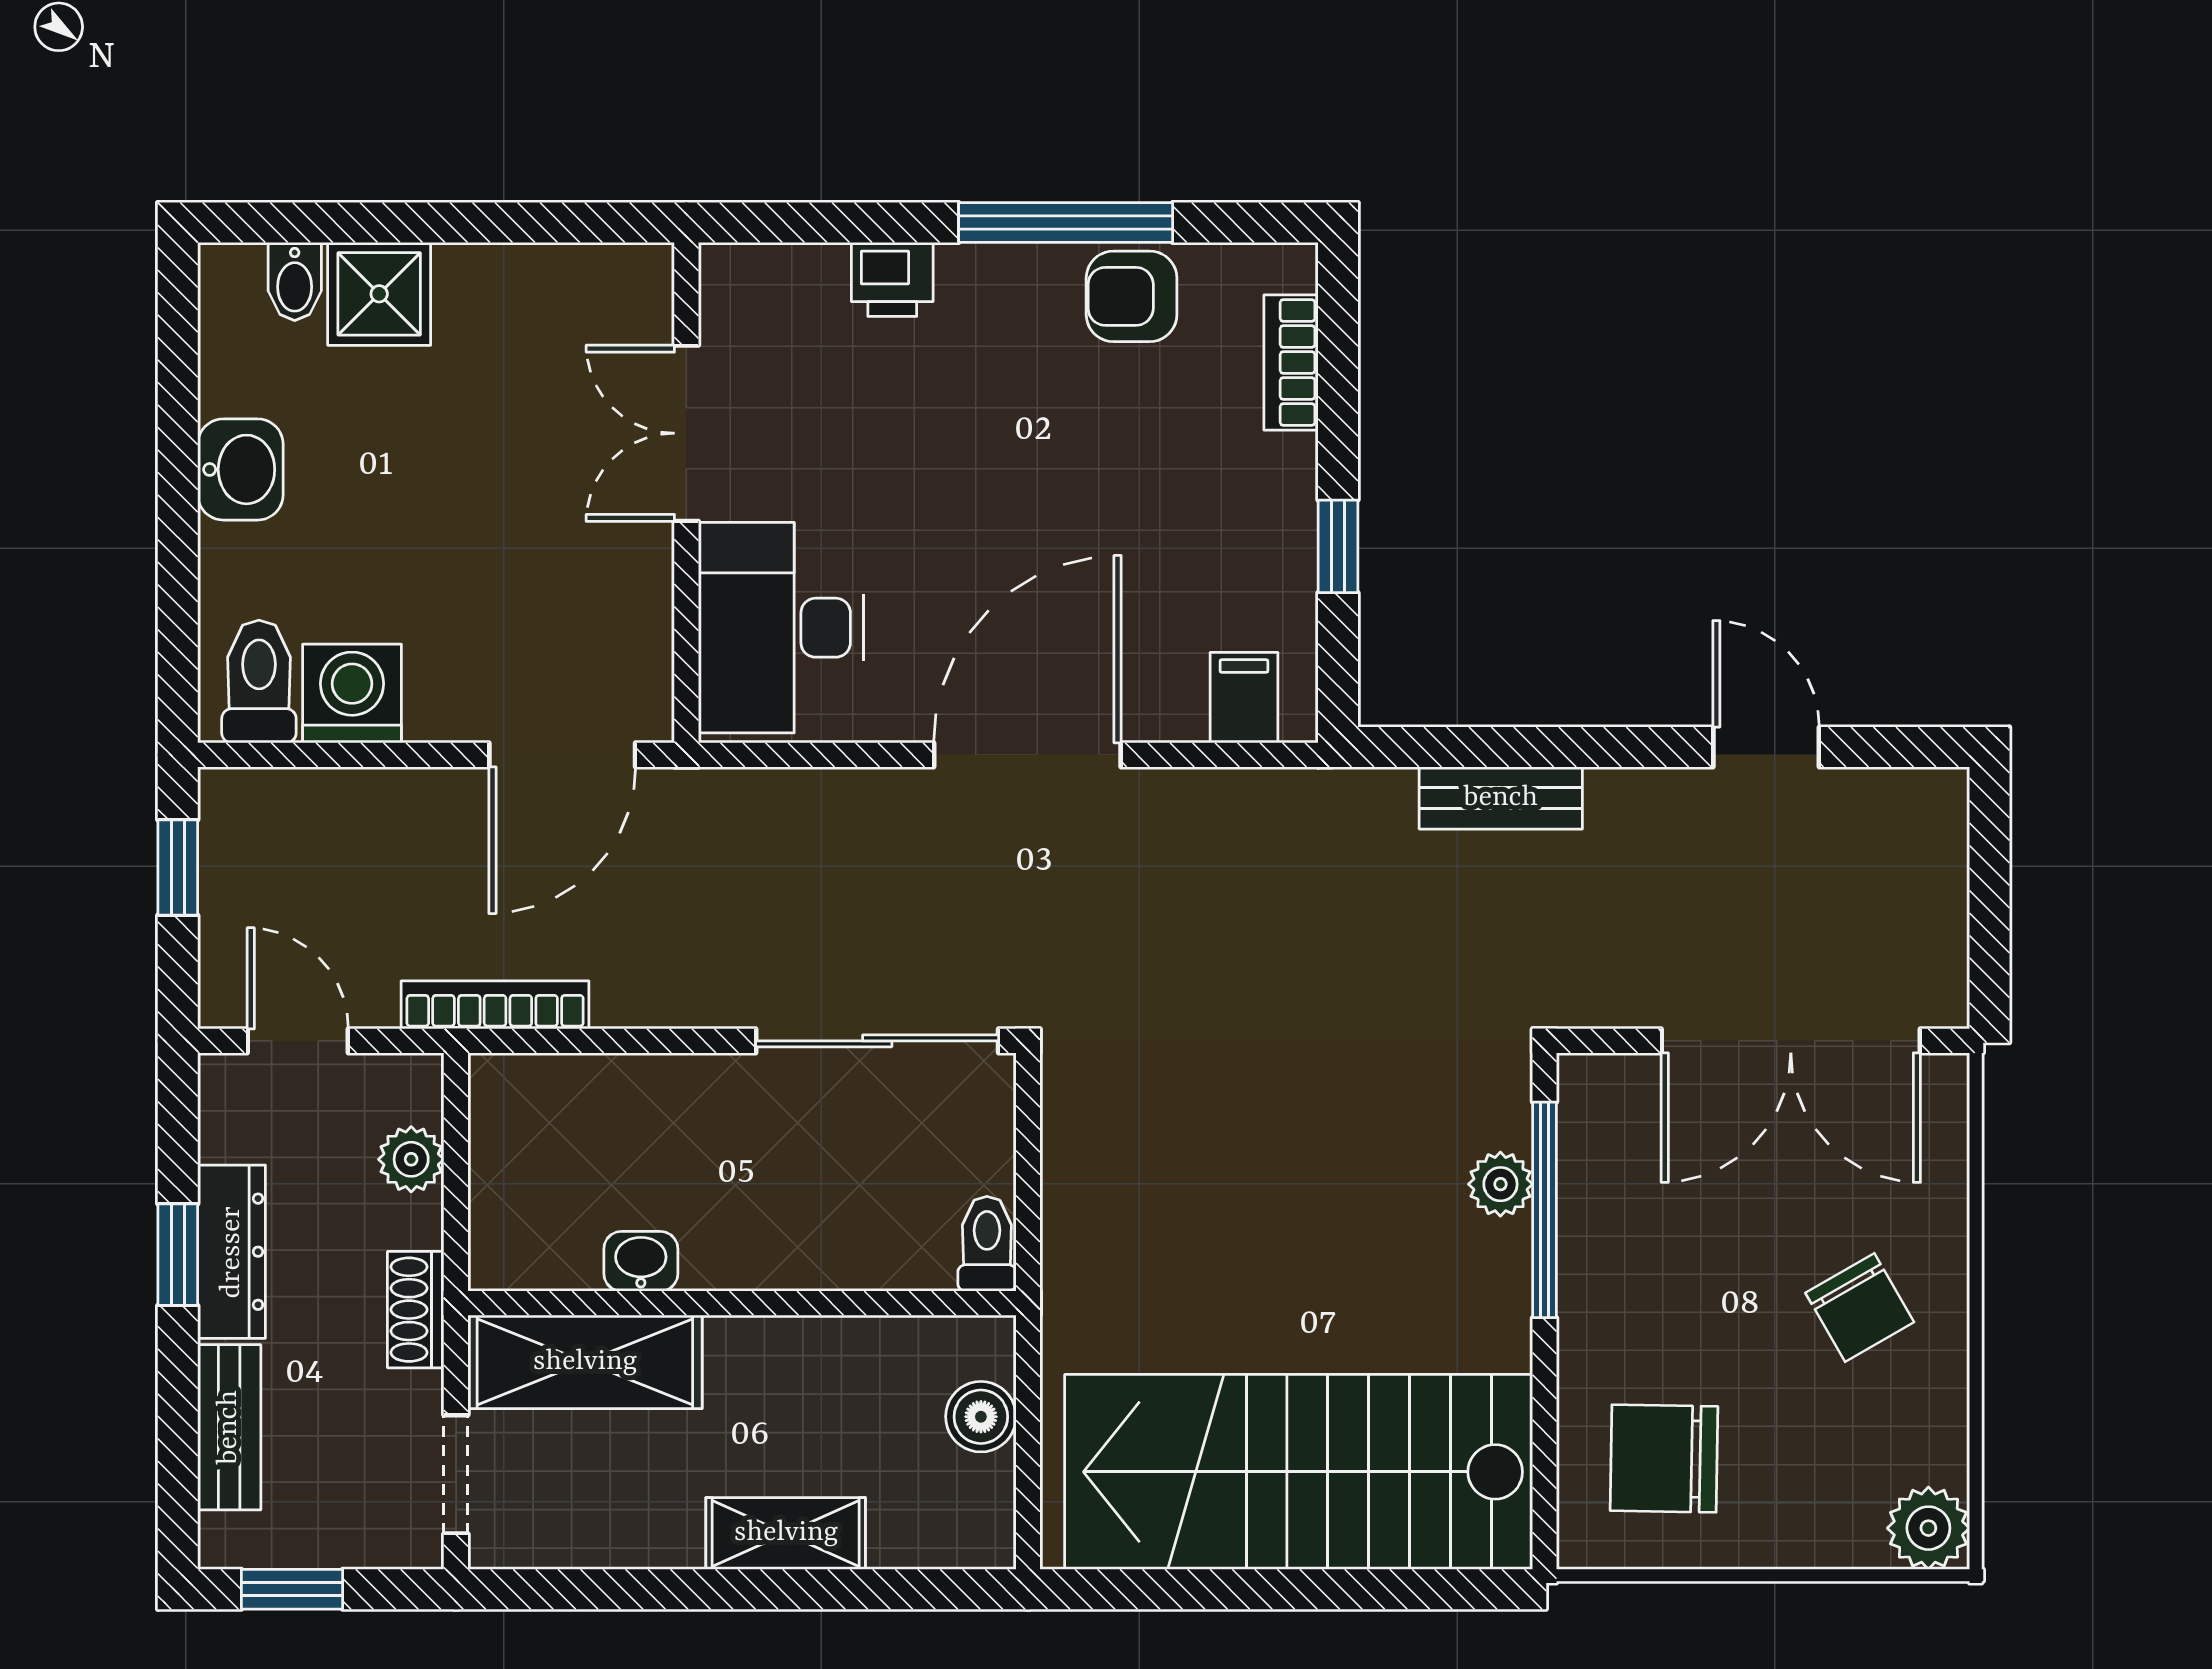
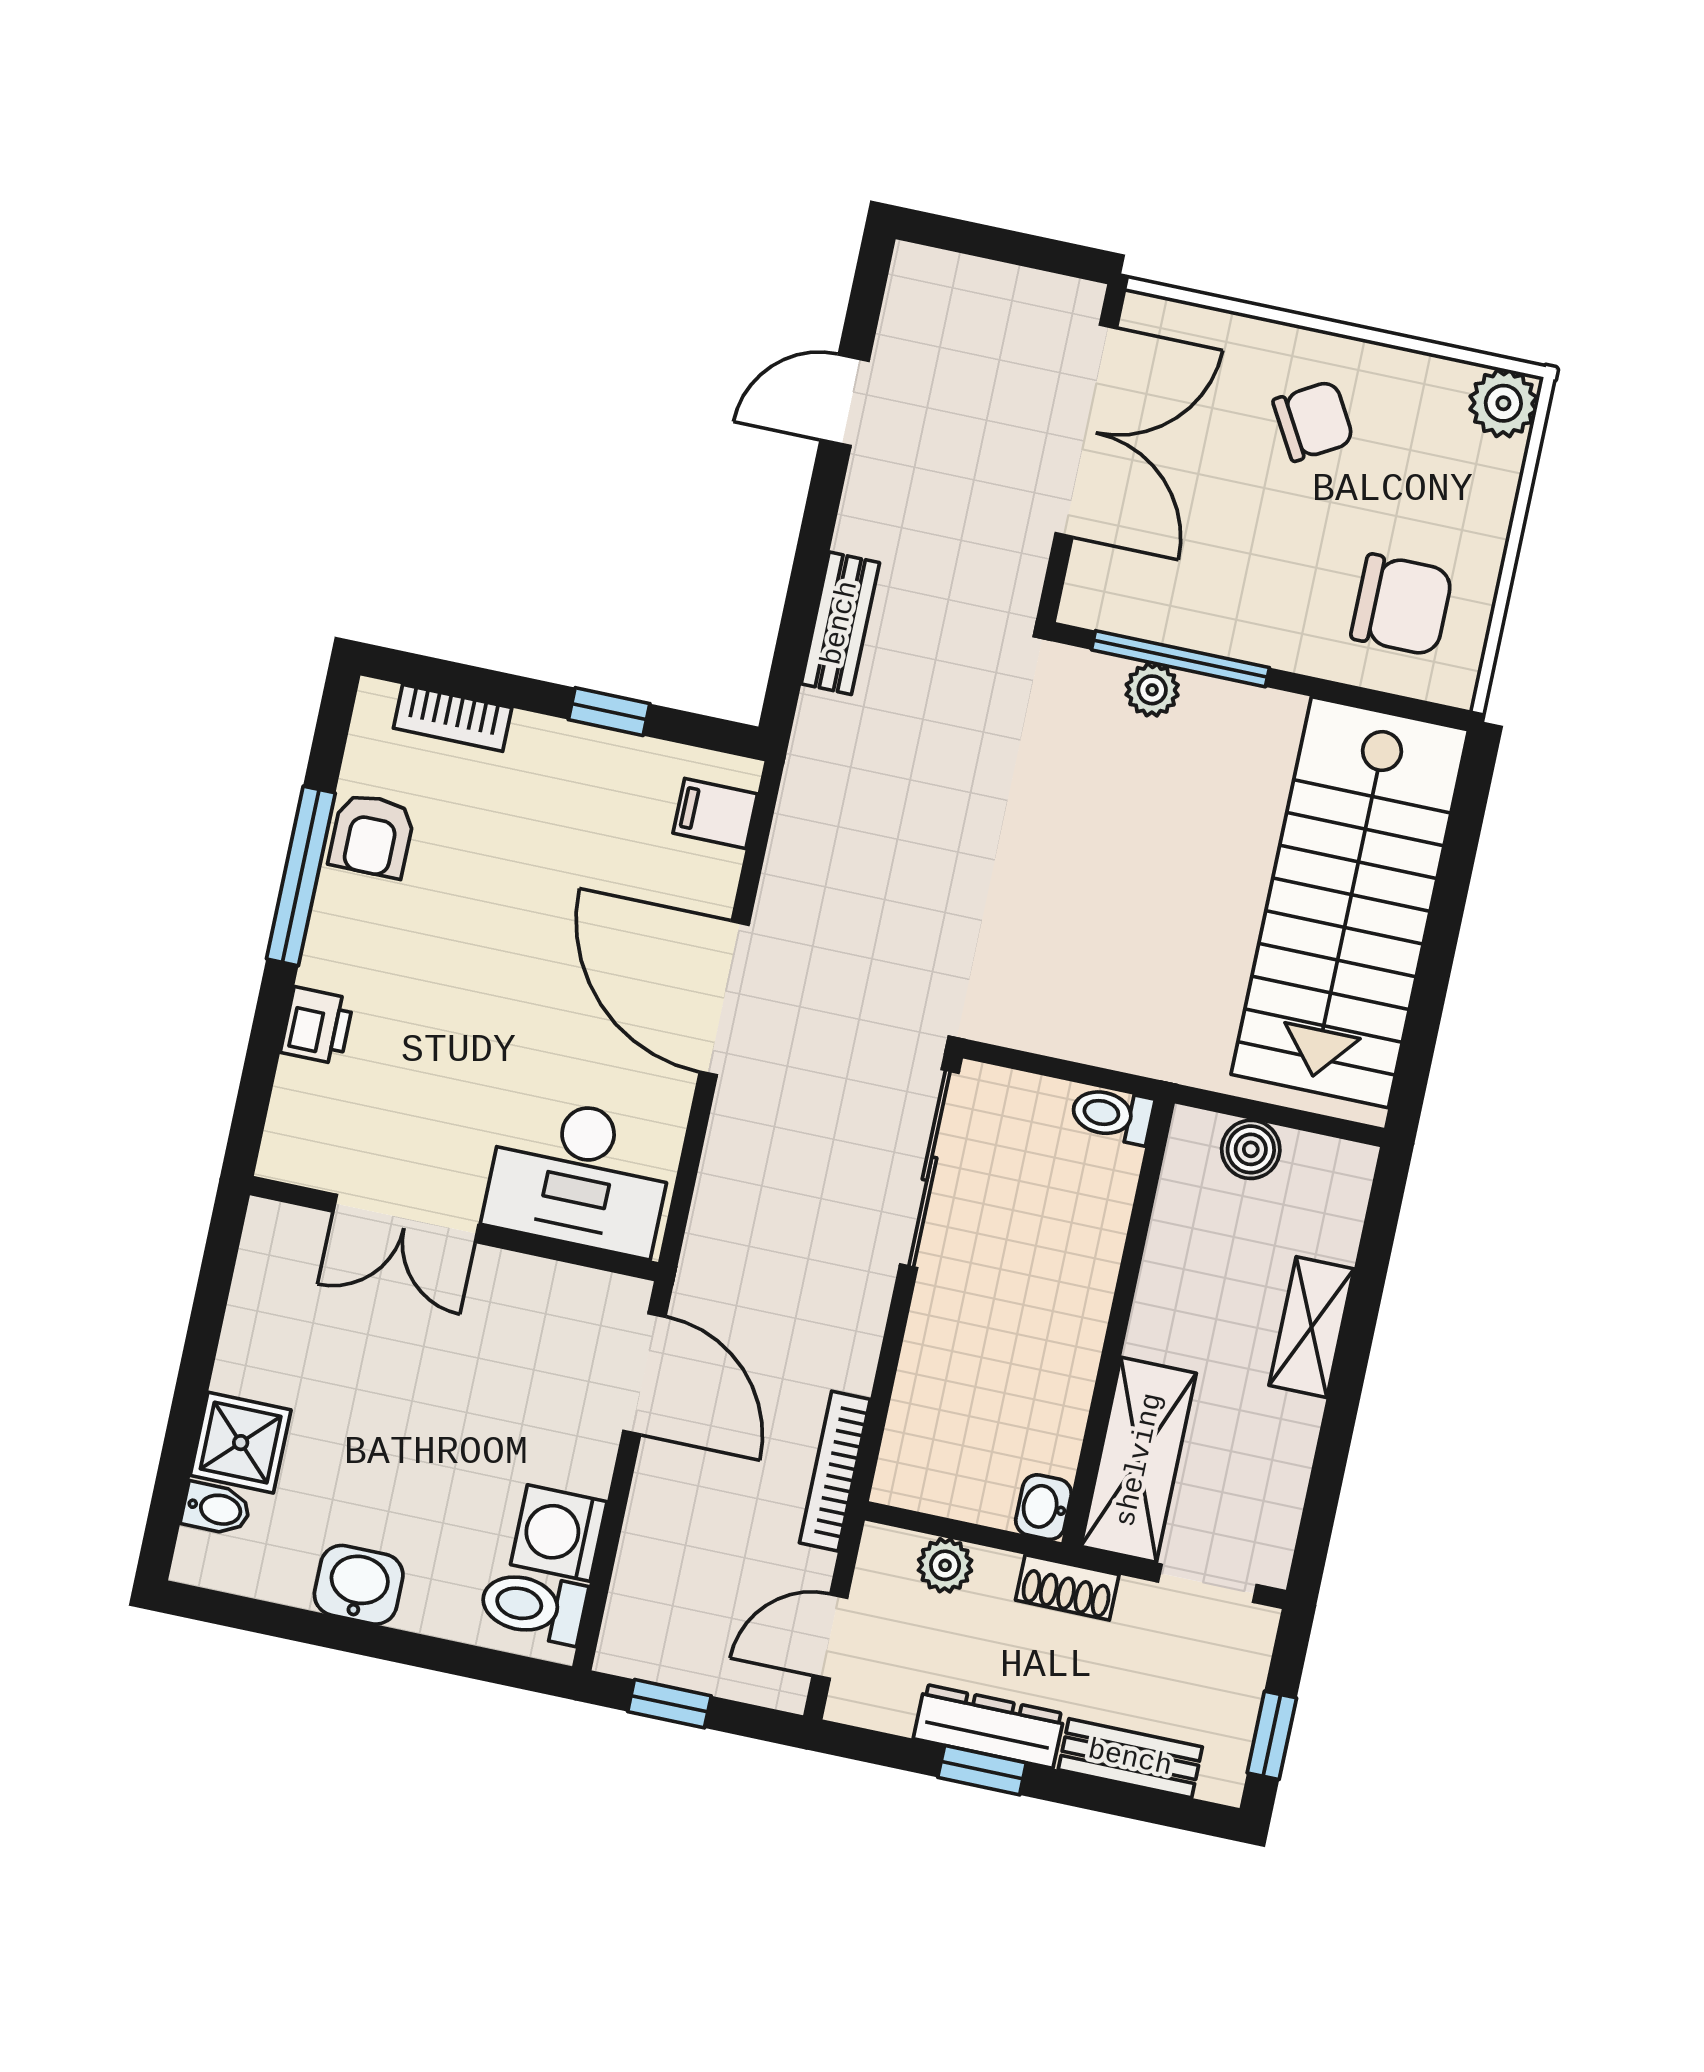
washbasin: (641, 1261) -> (1044, 1507), moved
chair: (1664, 1459) -> (1402, 605), turned -91

